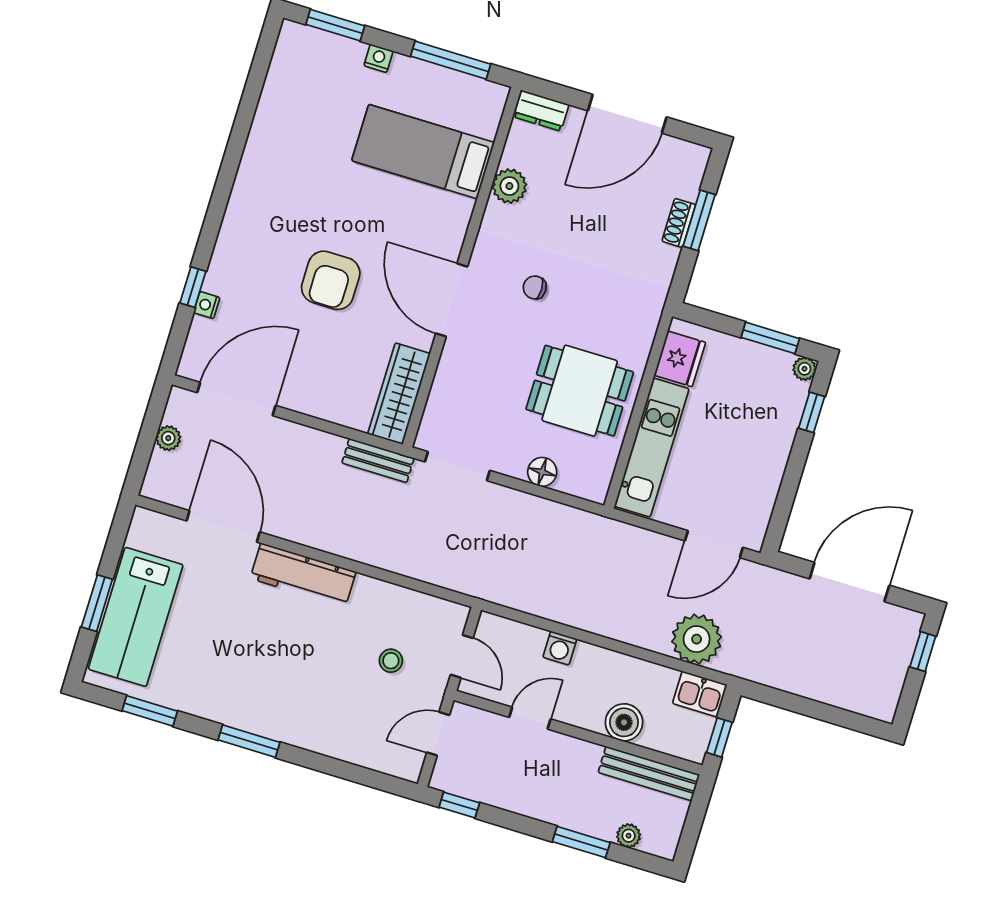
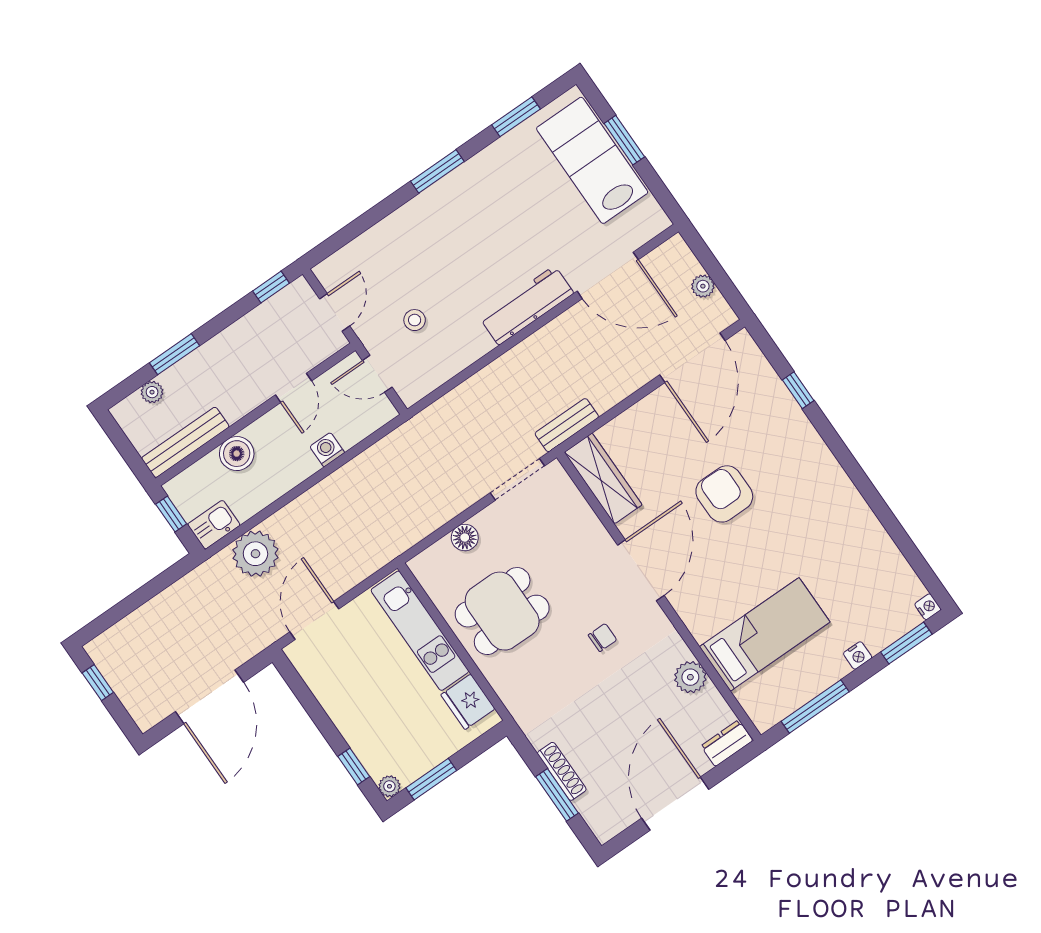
shoe rack: (679, 223) -> (562, 771), width x1.43
door: (452, 300) -> (641, 570), hinge flipped
nightstand: (207, 305) -> (928, 607), moved
window: (923, 652) -> (98, 683), moved

